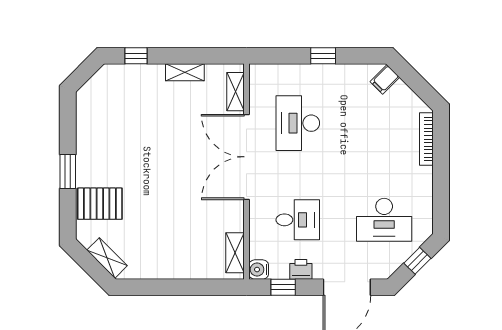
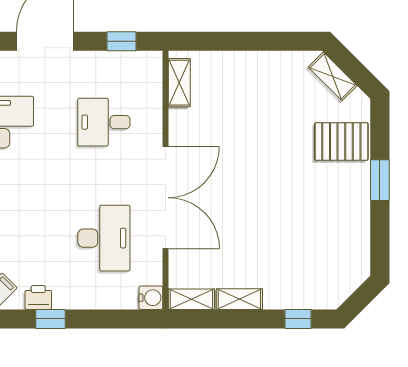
window: (323, 56) -> (50, 319), moved
shelving: (235, 92) -> (191, 299), moved, turned 90
printer: (301, 269) -> (38, 297), moved, turned 180
water cooler: (259, 270) -> (151, 298), moved

